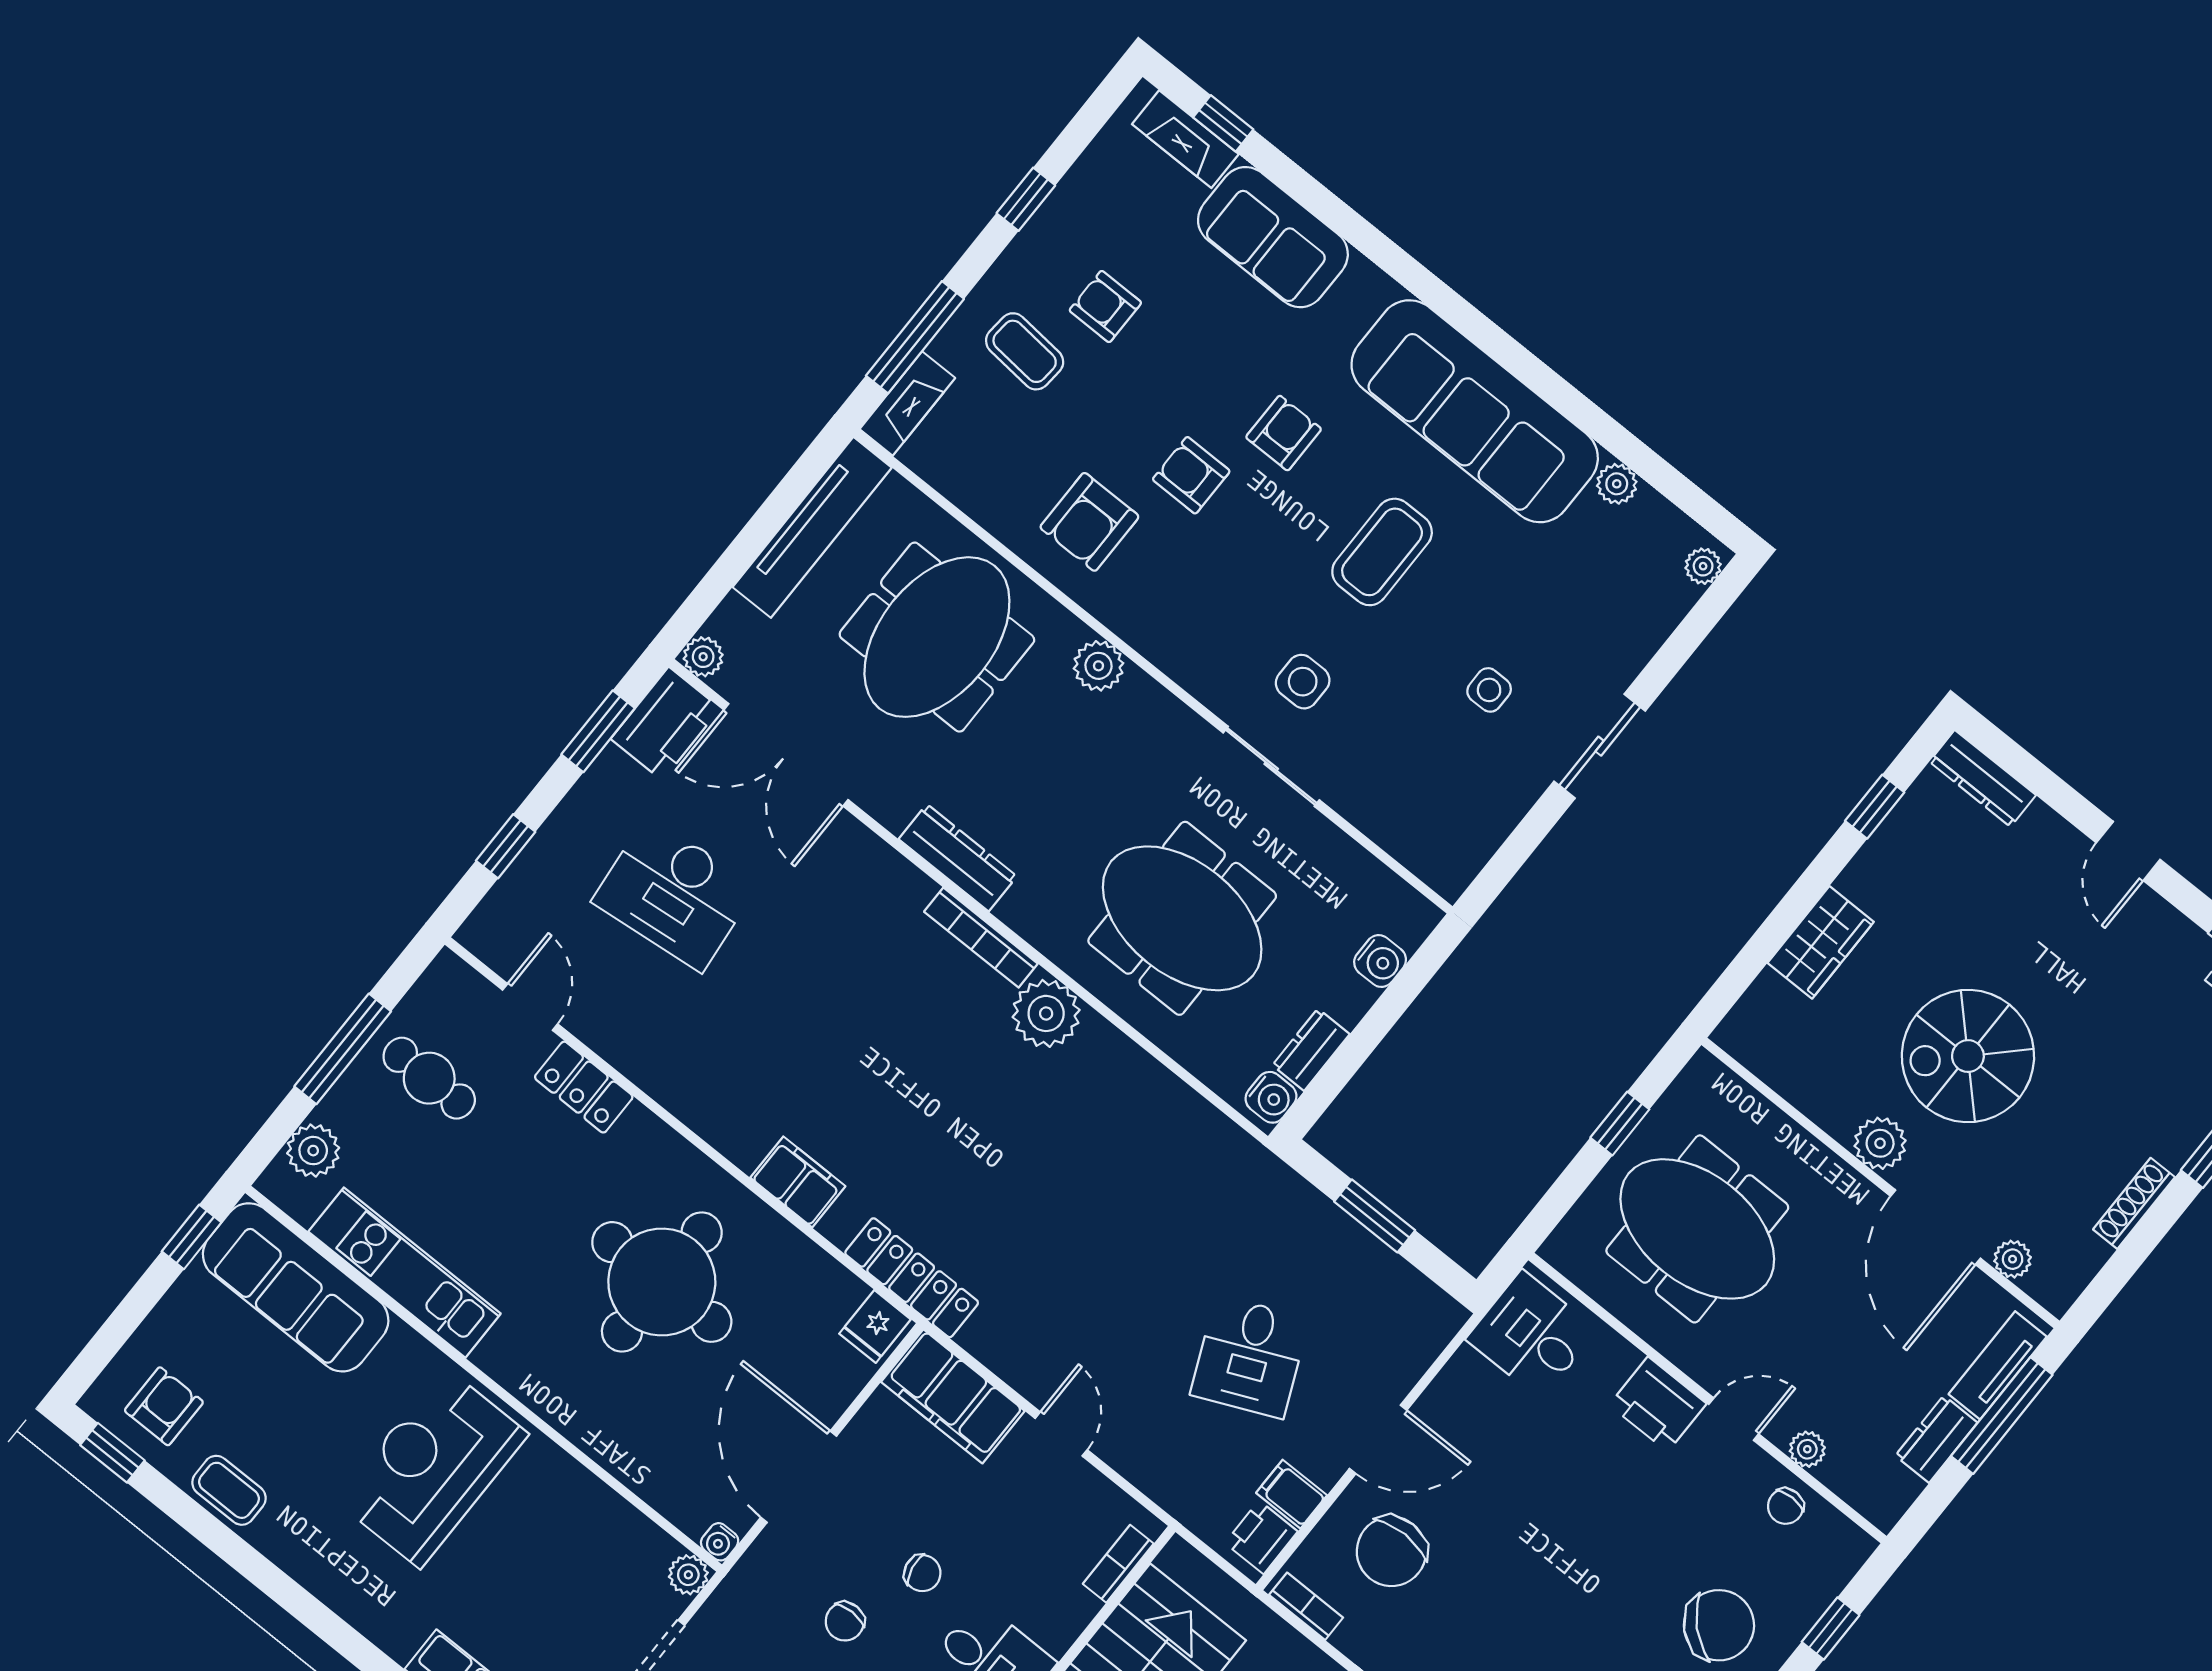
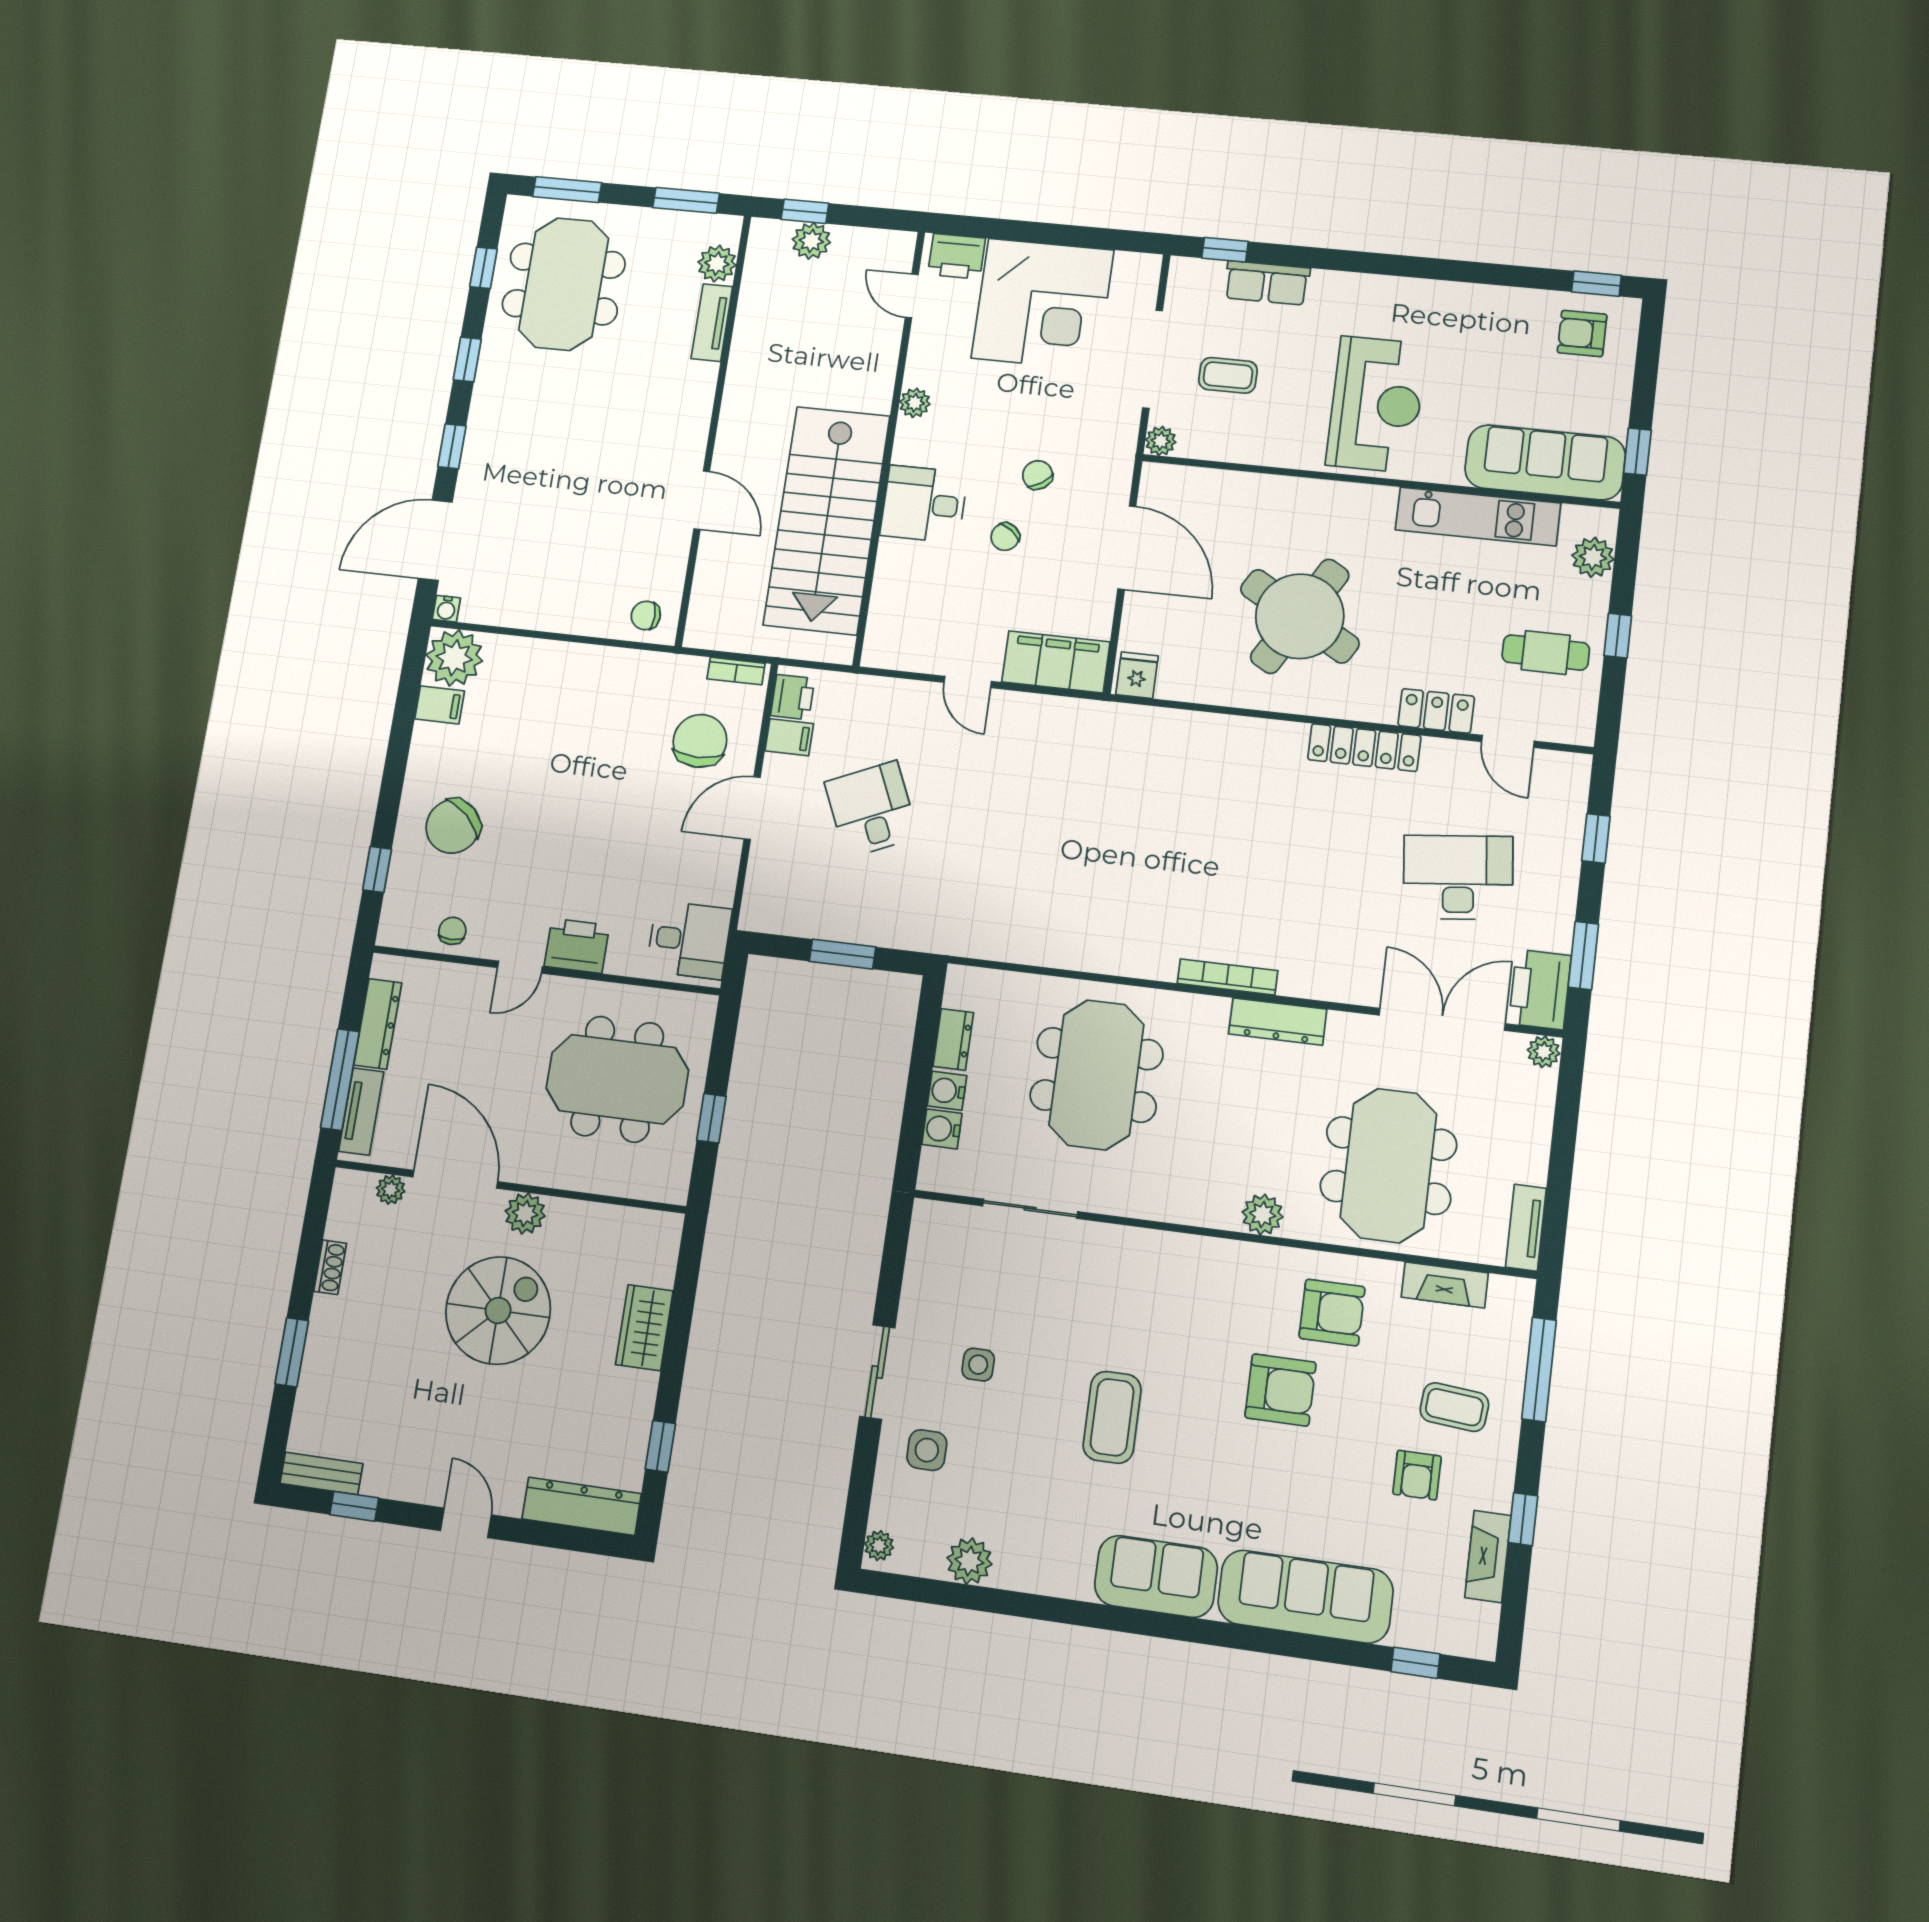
fireplace: (1185, 139) -> (1488, 1556), moved, turned -90
sofa: (1273, 237) -> (1305, 1596), width x1.36
armchair: (1105, 307) -> (1417, 1475), turned 90
fireplace: (907, 404) -> (1445, 1285), moved, turned -90
sofa: (1475, 411) -> (1156, 1576), width x0.54, depth x0.79
armchair: (1284, 433) -> (1233, 1461), removed
armchair: (1191, 475) -> (1280, 1390), width x1.38, depth x1.38
plant: (1617, 484) -> (969, 1561), width x1.38, depth x1.38
armchair: (1089, 522) -> (1332, 1313), turned 90
tv unit: (812, 527) -> (1526, 1228), width x0.52, depth x0.78
side table: (1303, 682) -> (927, 1450), moved
sliding door: (1271, 766) -> (1030, 1209), moved
dresser: (1983, 778) -> (582, 1506), width x1.37, depth x1.24
meeting table: (1182, 918) -> (1096, 1075), turned 90
plant: (1046, 1013) -> (1150, 953), removed
window: (343, 1049) -> (1618, 636), width x0.46
water cooler: (1271, 1097) -> (947, 1091), moved
filing cabinet: (798, 1182) -> (1250, 737), removed
shoe rack: (2134, 1203) -> (330, 1267), width x0.70
locker: (912, 1278) -> (1364, 748), moved
round table: (662, 1282) -> (1300, 616), turned 30
armchair: (164, 1406) -> (1582, 333), turned 90
dresser: (1936, 1439) -> (378, 1024), width x1.44
plant: (1807, 1449) -> (459, 977), removed
coffee table: (229, 1490) -> (1228, 375), moved
water cooler: (720, 1542) -> (1153, 474), removed
bookcase: (1118, 1564) -> (878, 622), removed
chair: (922, 1573) -> (1005, 537), turned -42
chair: (845, 1621) -> (1038, 475), turned -34

